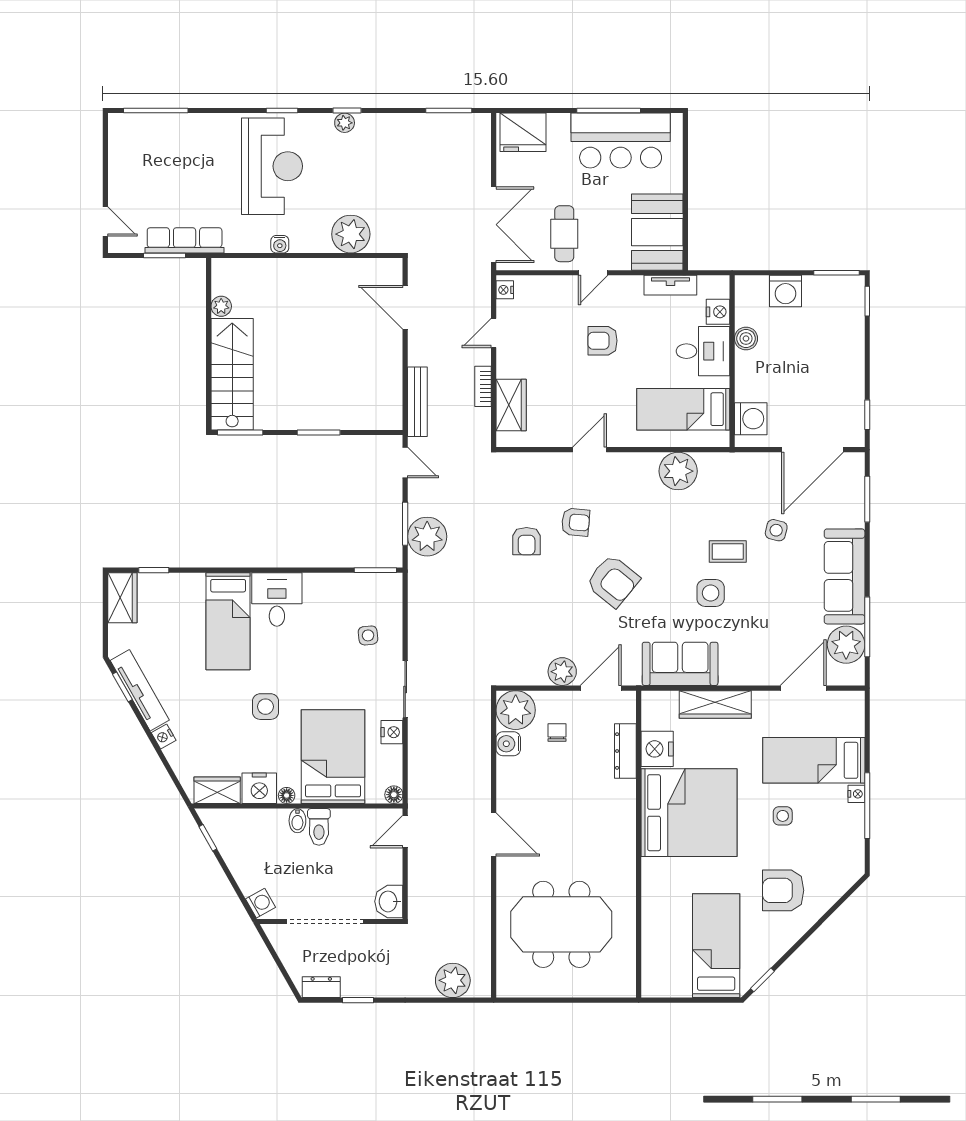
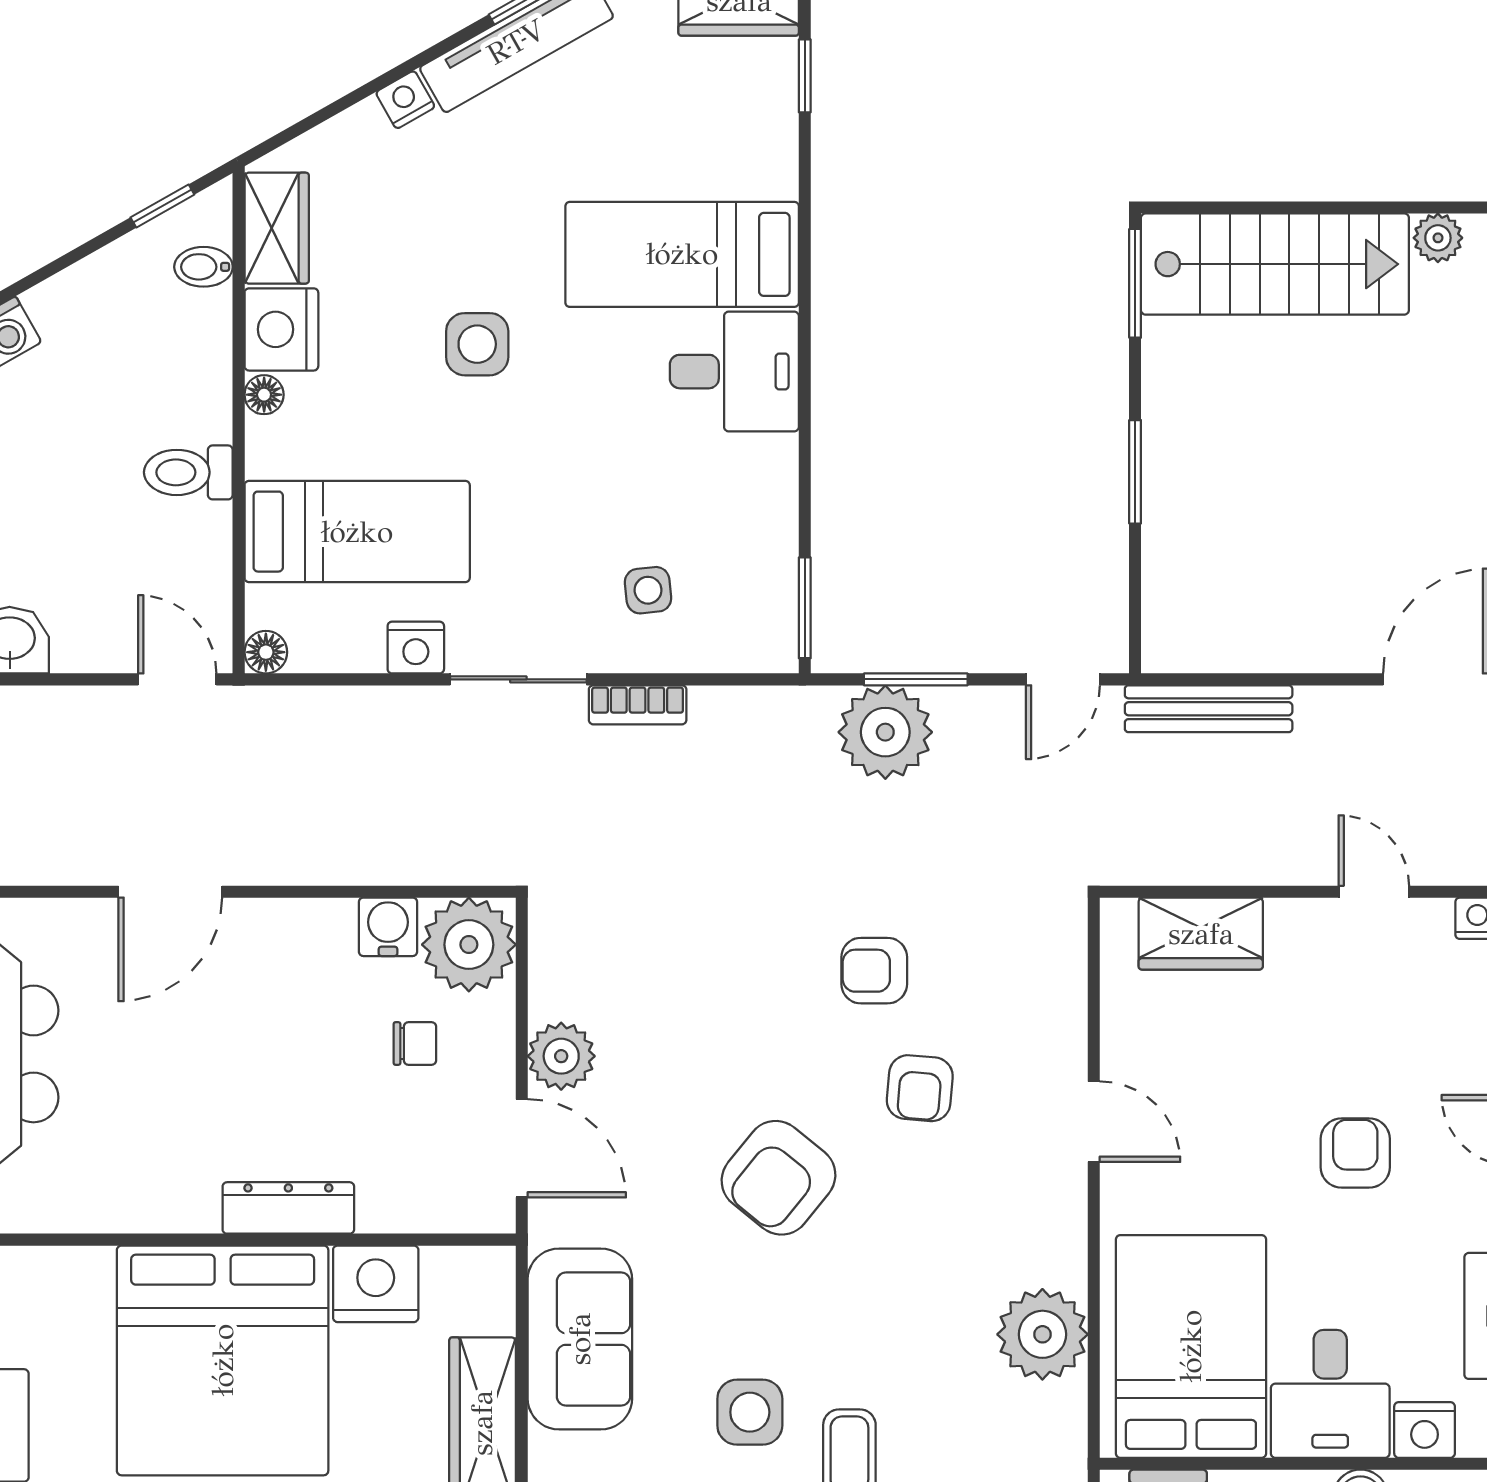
bookcase: (483, 386) -> (638, 705), moved, turned 180
bed: (683, 409) -> (1191, 1346), width x1.50
dresser: (625, 751) -> (288, 1208), moved
bed: (333, 757) -> (357, 532), width x0.67
bidet: (297, 821) -> (203, 267), moved

